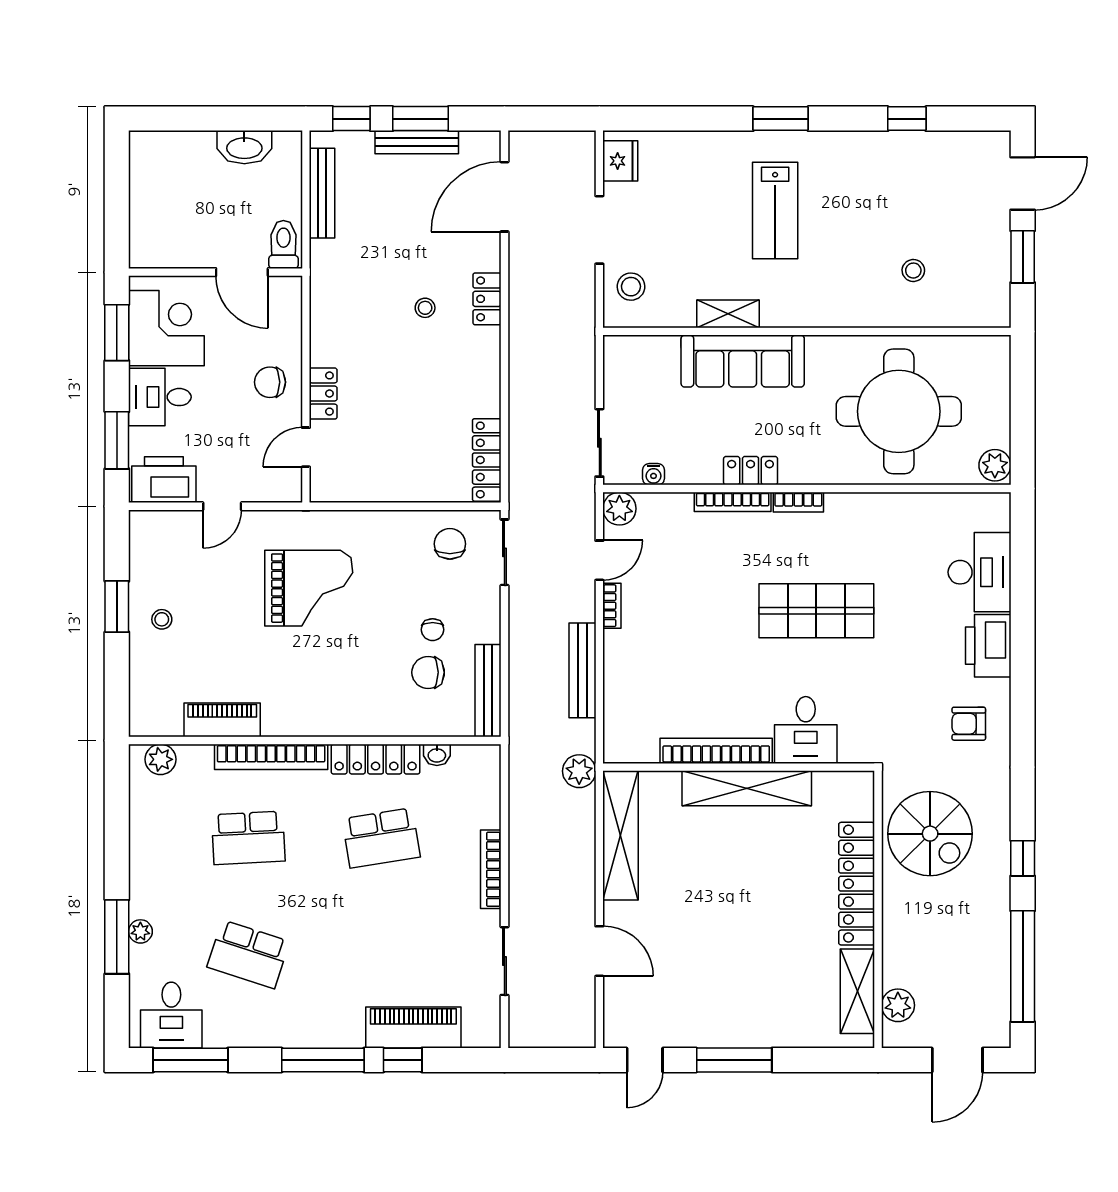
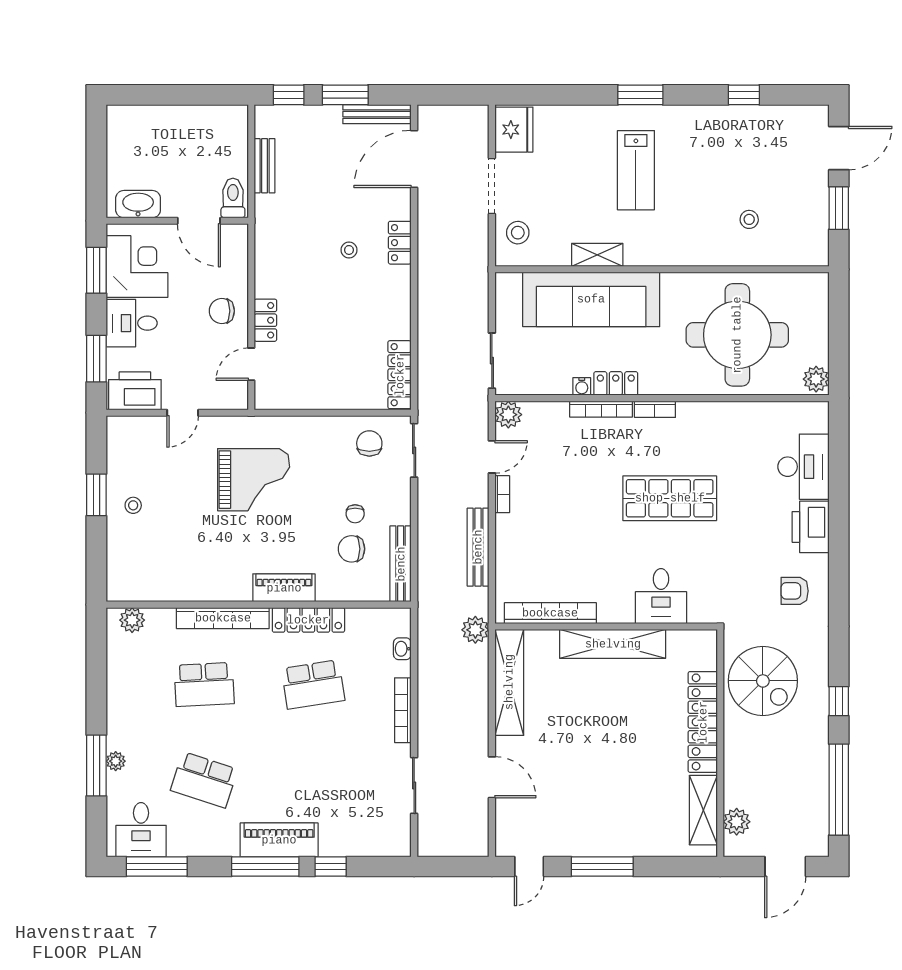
bench: (417, 142) -> (377, 114), moved
washbasin: (244, 147) -> (138, 204), moved, turned 180
fridge: (620, 161) -> (514, 130), width x1.36, depth x1.34
bench: (322, 193) -> (265, 166), width x0.73
sofa: (743, 361) -> (591, 299), width x1.36, depth x1.27
water cooler: (654, 474) -> (582, 386), moved
piano: (222, 720) -> (284, 588), moved
bookcase: (716, 751) -> (550, 613), moved
washbasin: (437, 755) -> (402, 649), moved, turned 90
piano: (413, 1027) -> (279, 840), moved

